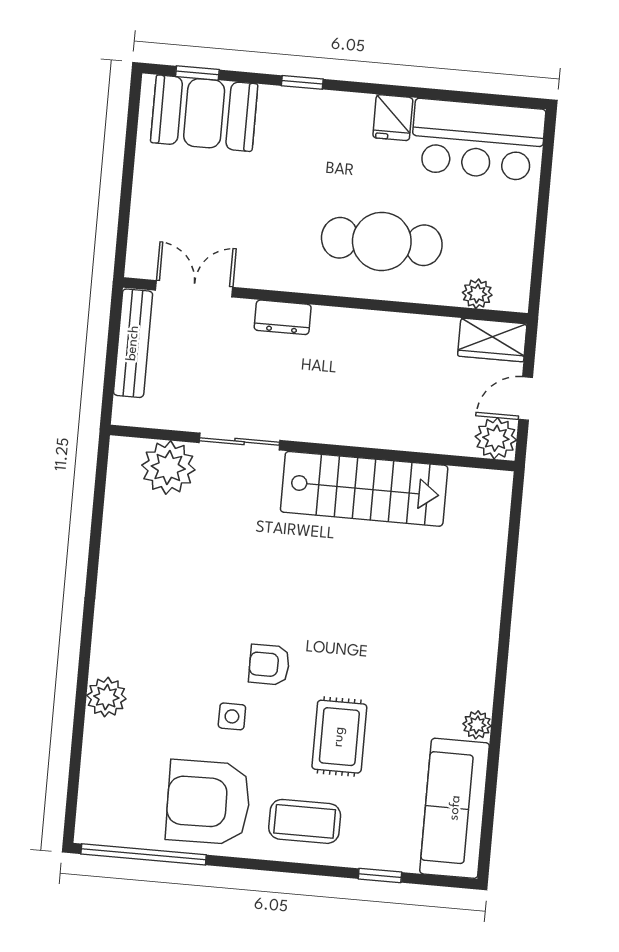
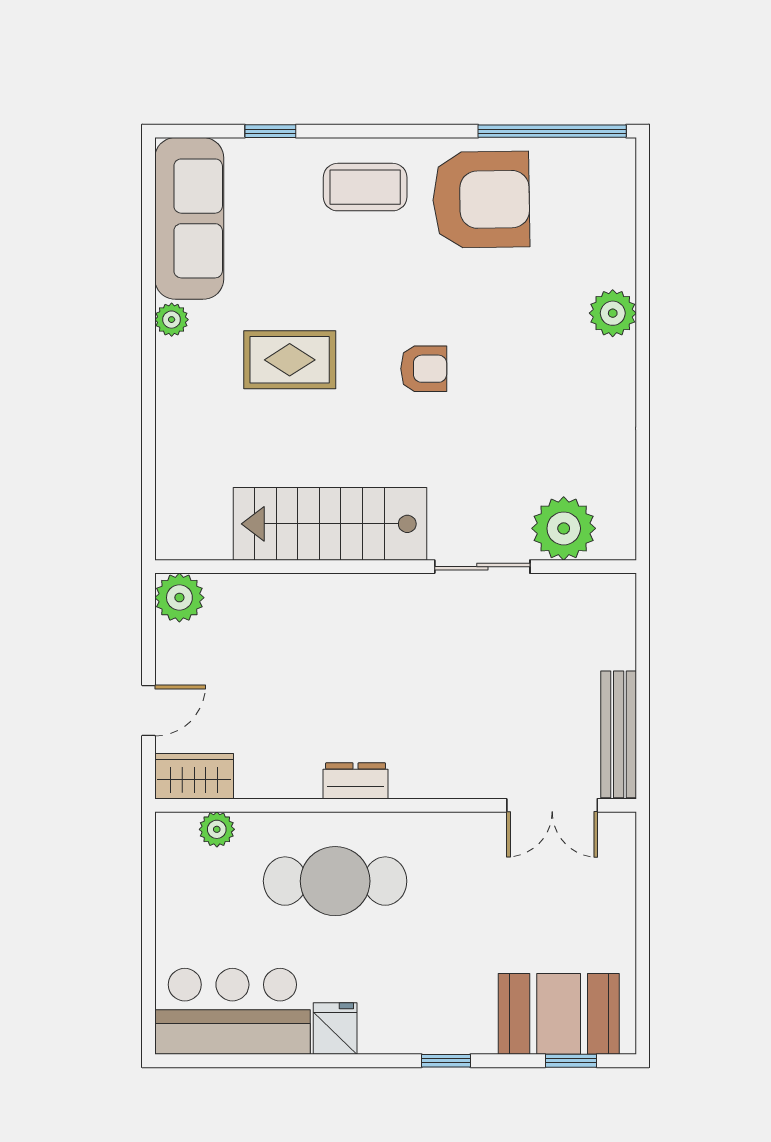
dresser: (283, 317) -> (356, 781), moved
plant: (496, 438) -> (179, 598), moved
sliding door: (239, 442) -> (482, 567), moved
wall: (312, 448) -> (396, 567), moved
plant: (168, 467) -> (564, 528), moved
stairs: (364, 489) -> (330, 524), moved
side table: (232, 716) -> (462, 304), removed
rug: (339, 737) -> (290, 360), moved, turned 90

